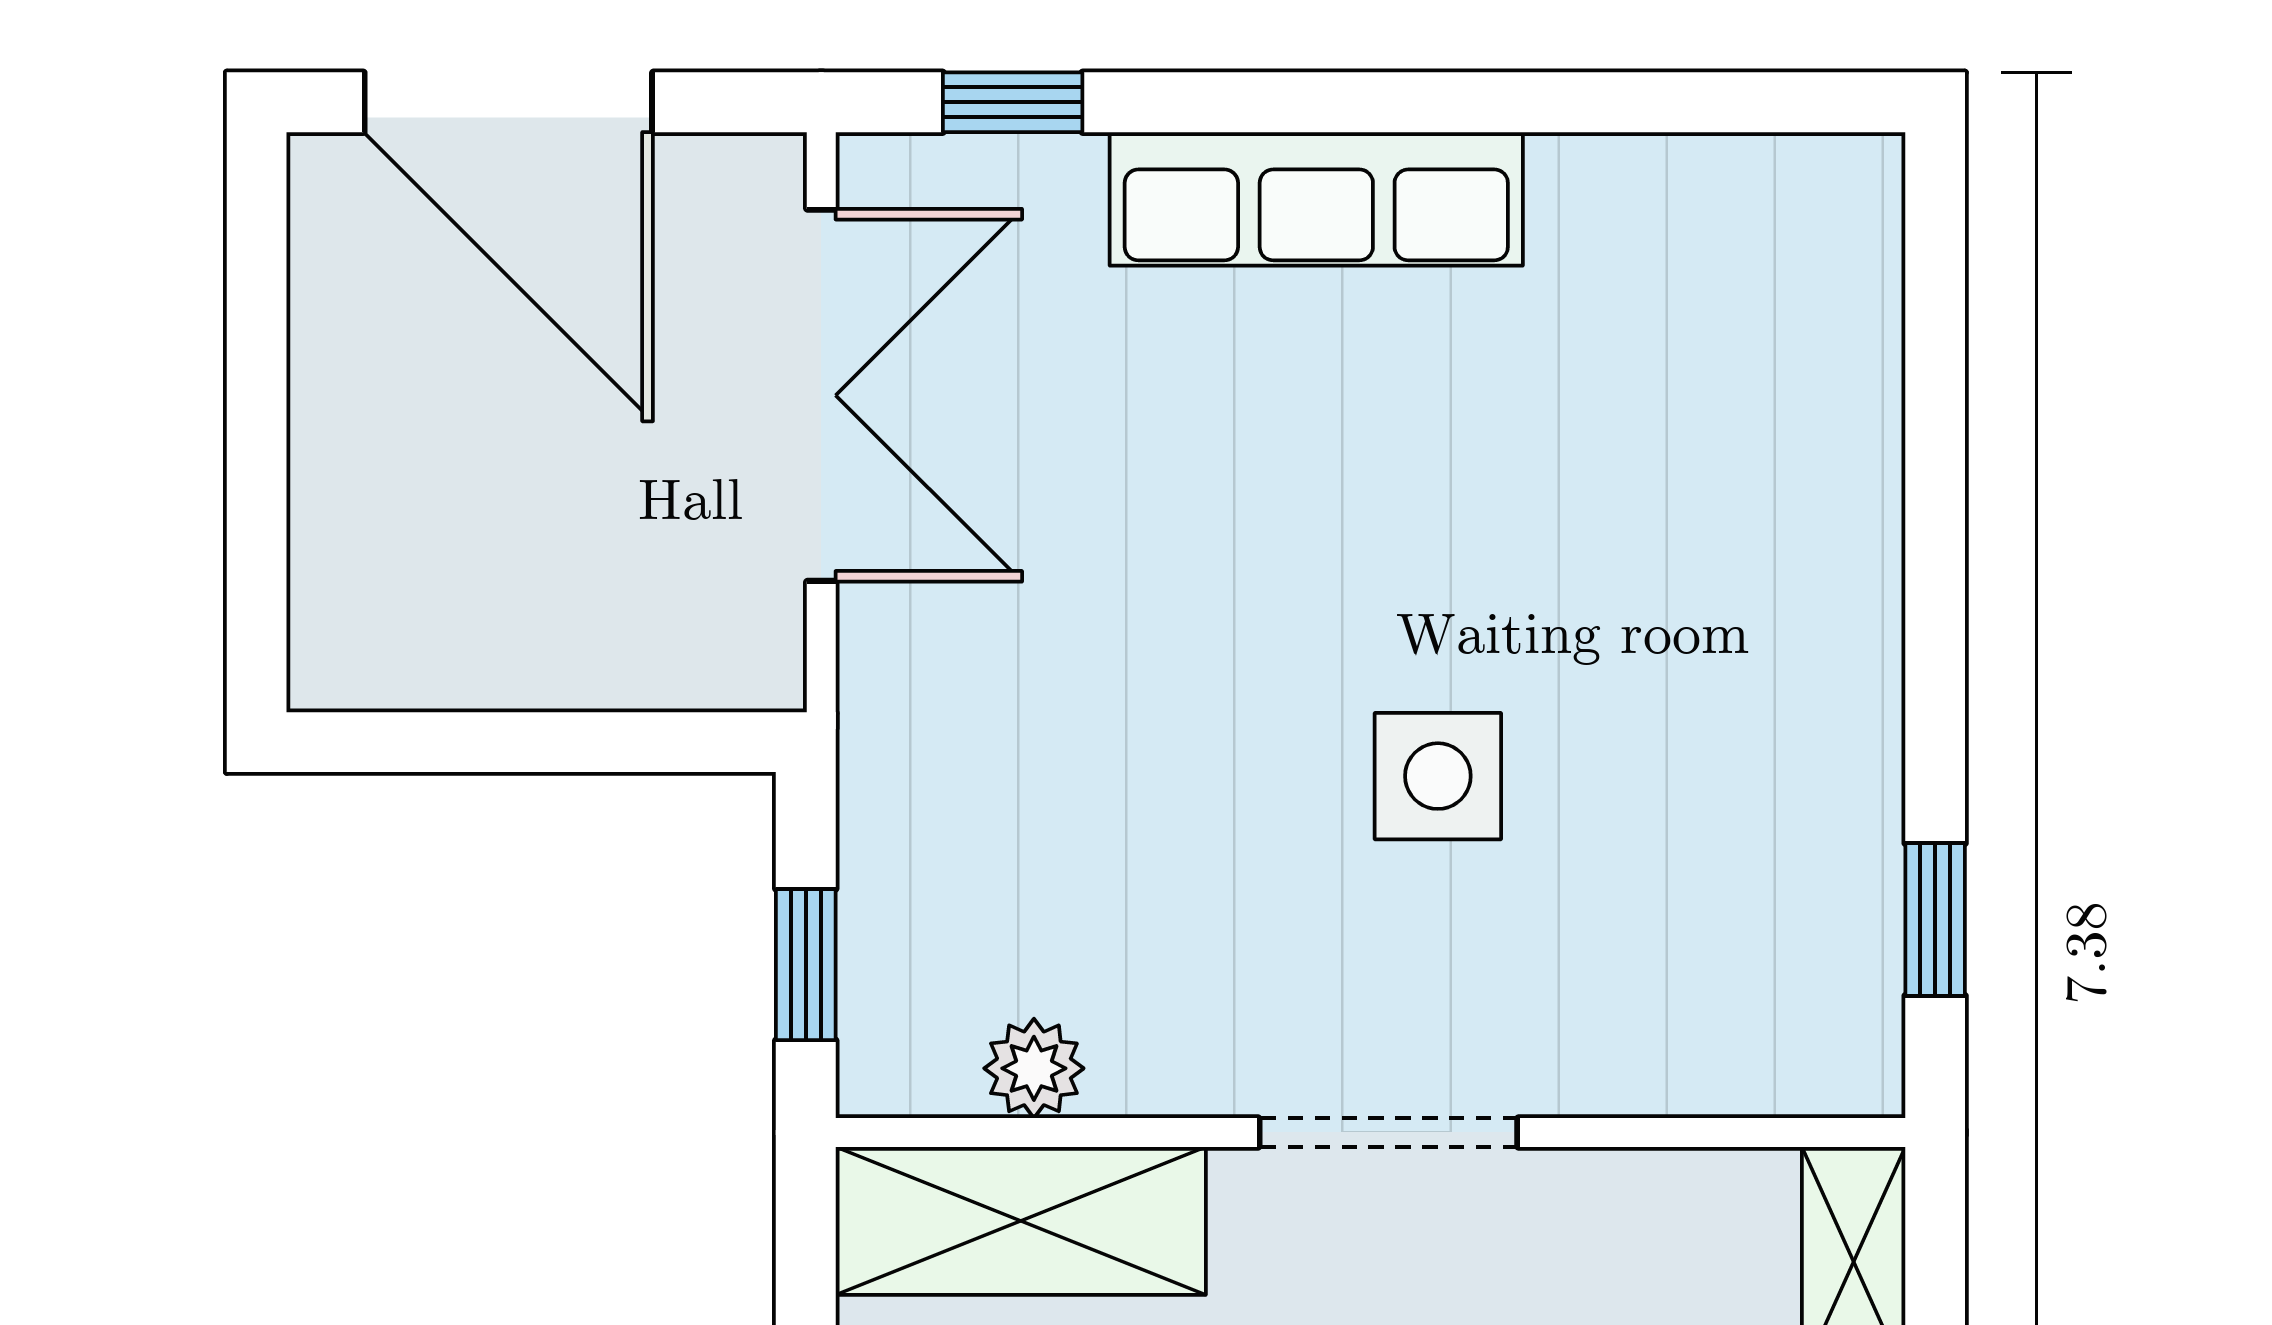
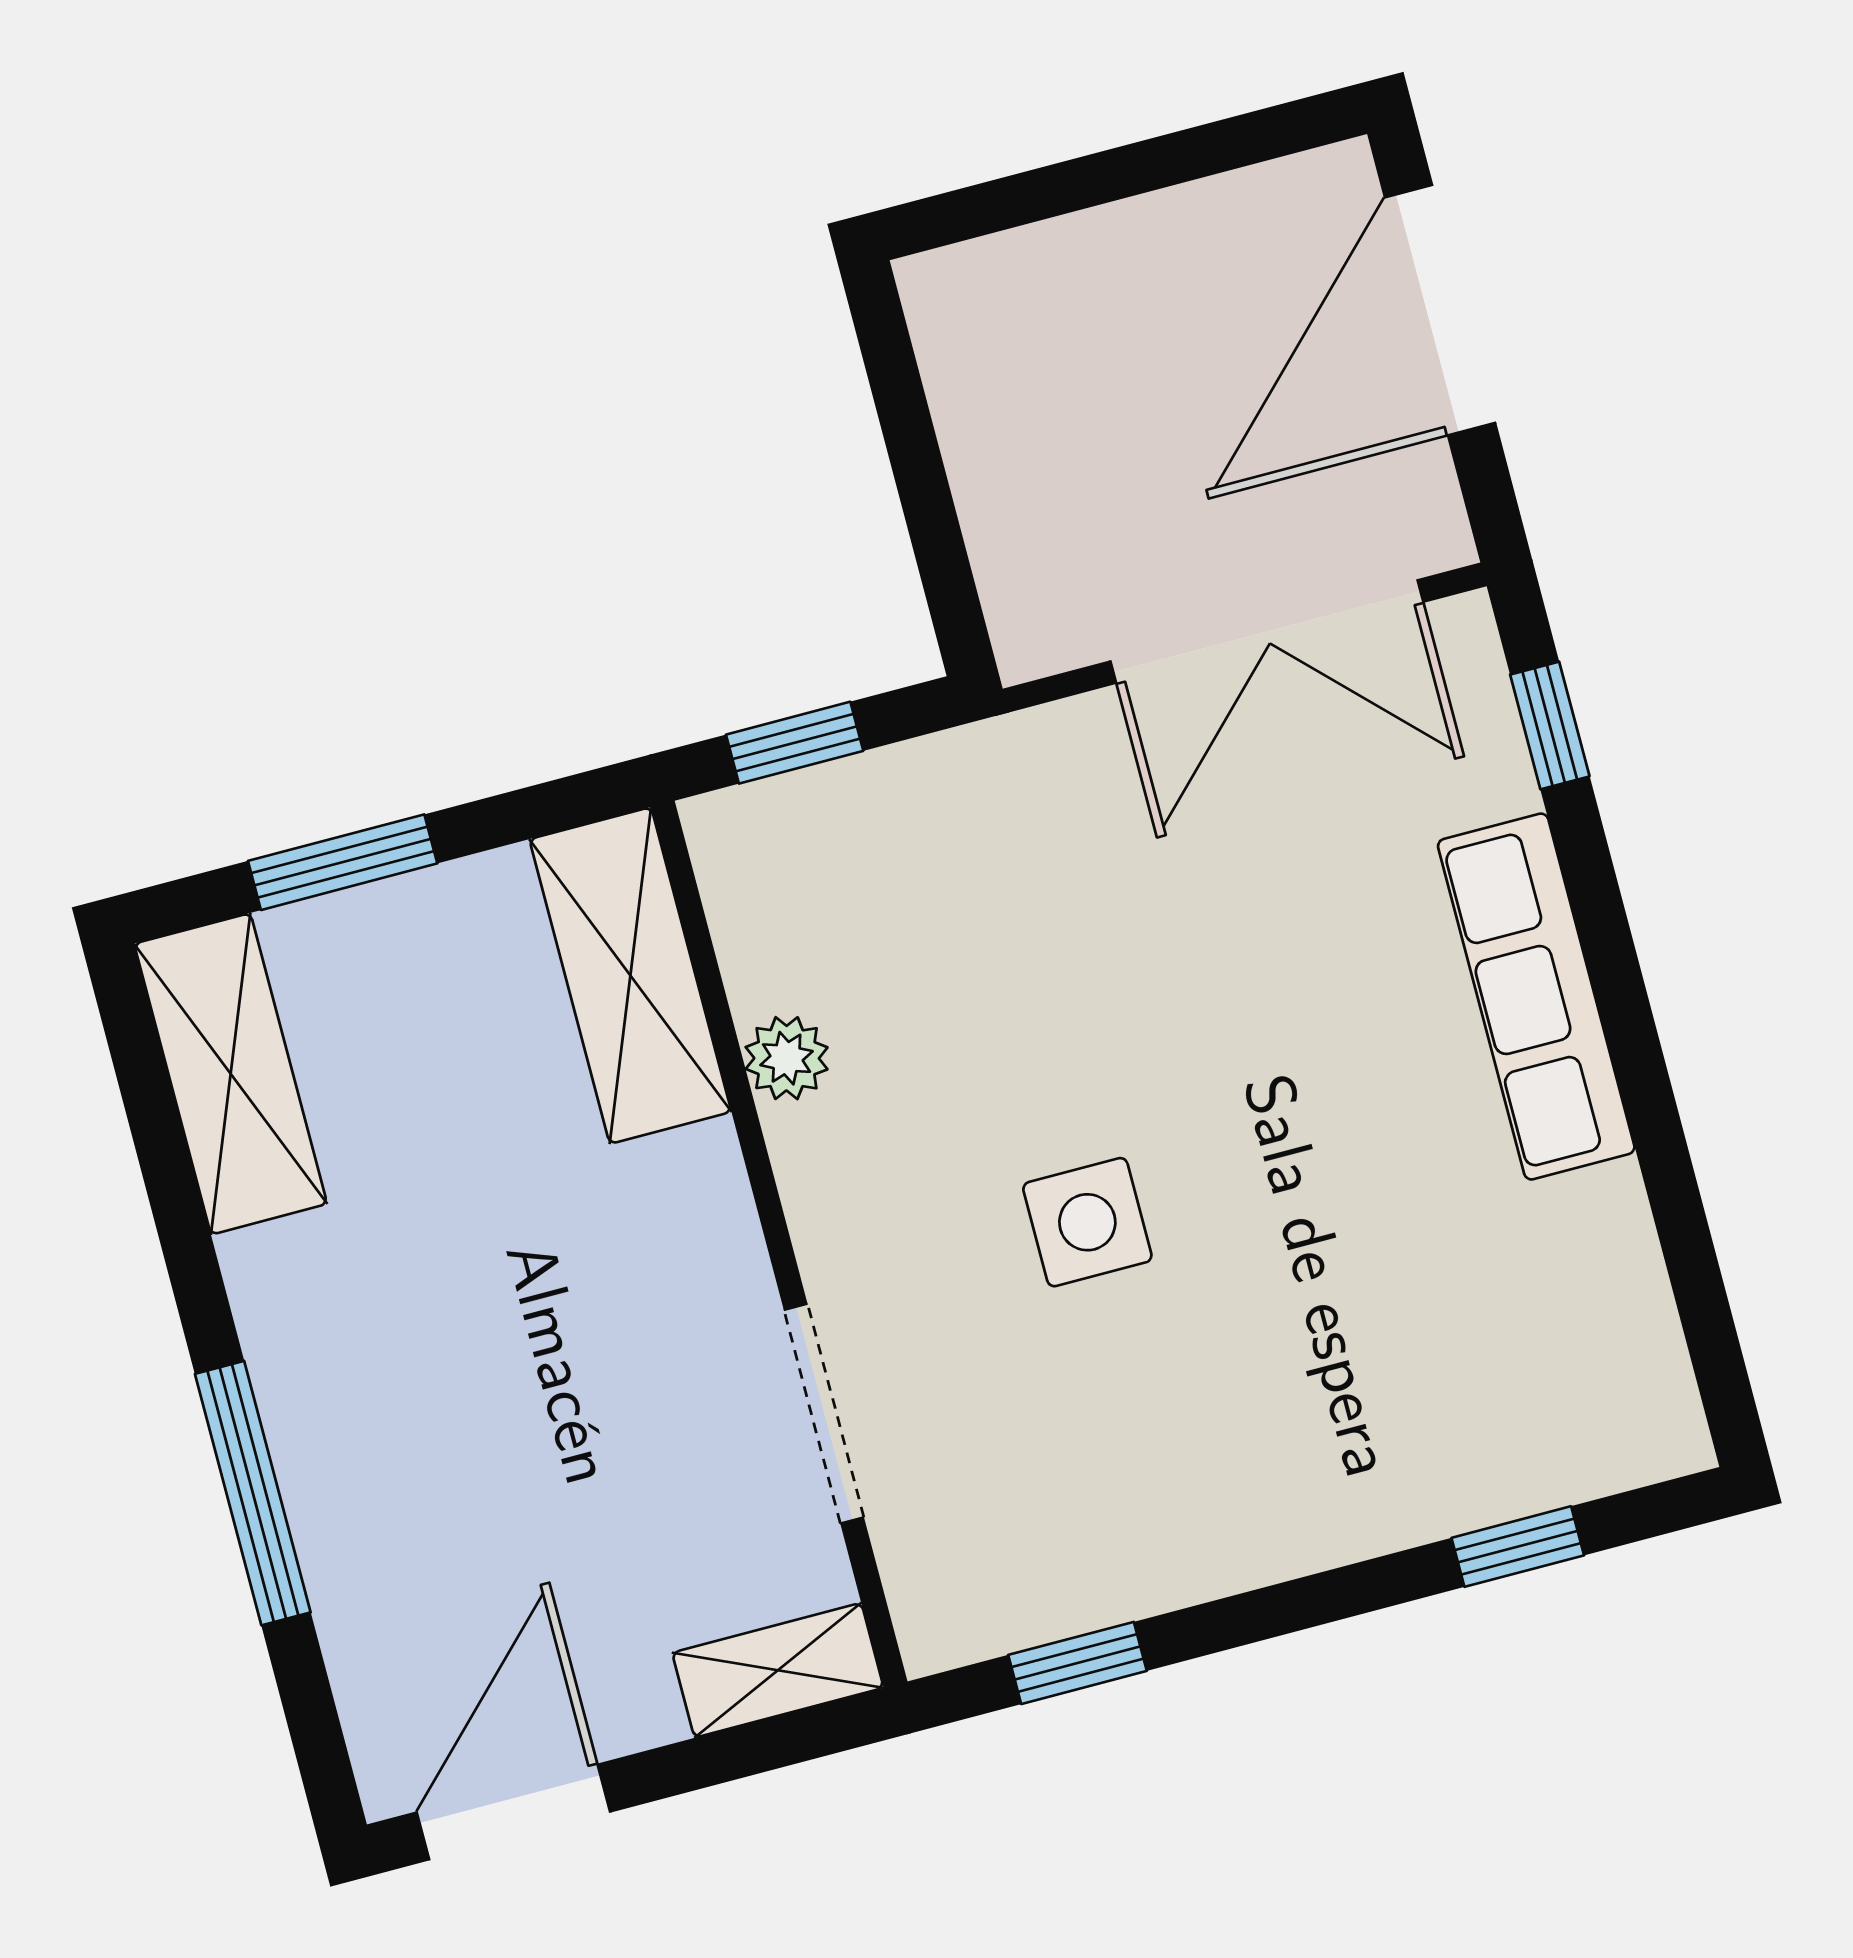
window: (1935, 385) -> (1518, 1547), added
plant: (1034, 1068) -> (787, 1058), moved
doorway: (1388, 1132) -> (824, 1414), moved

